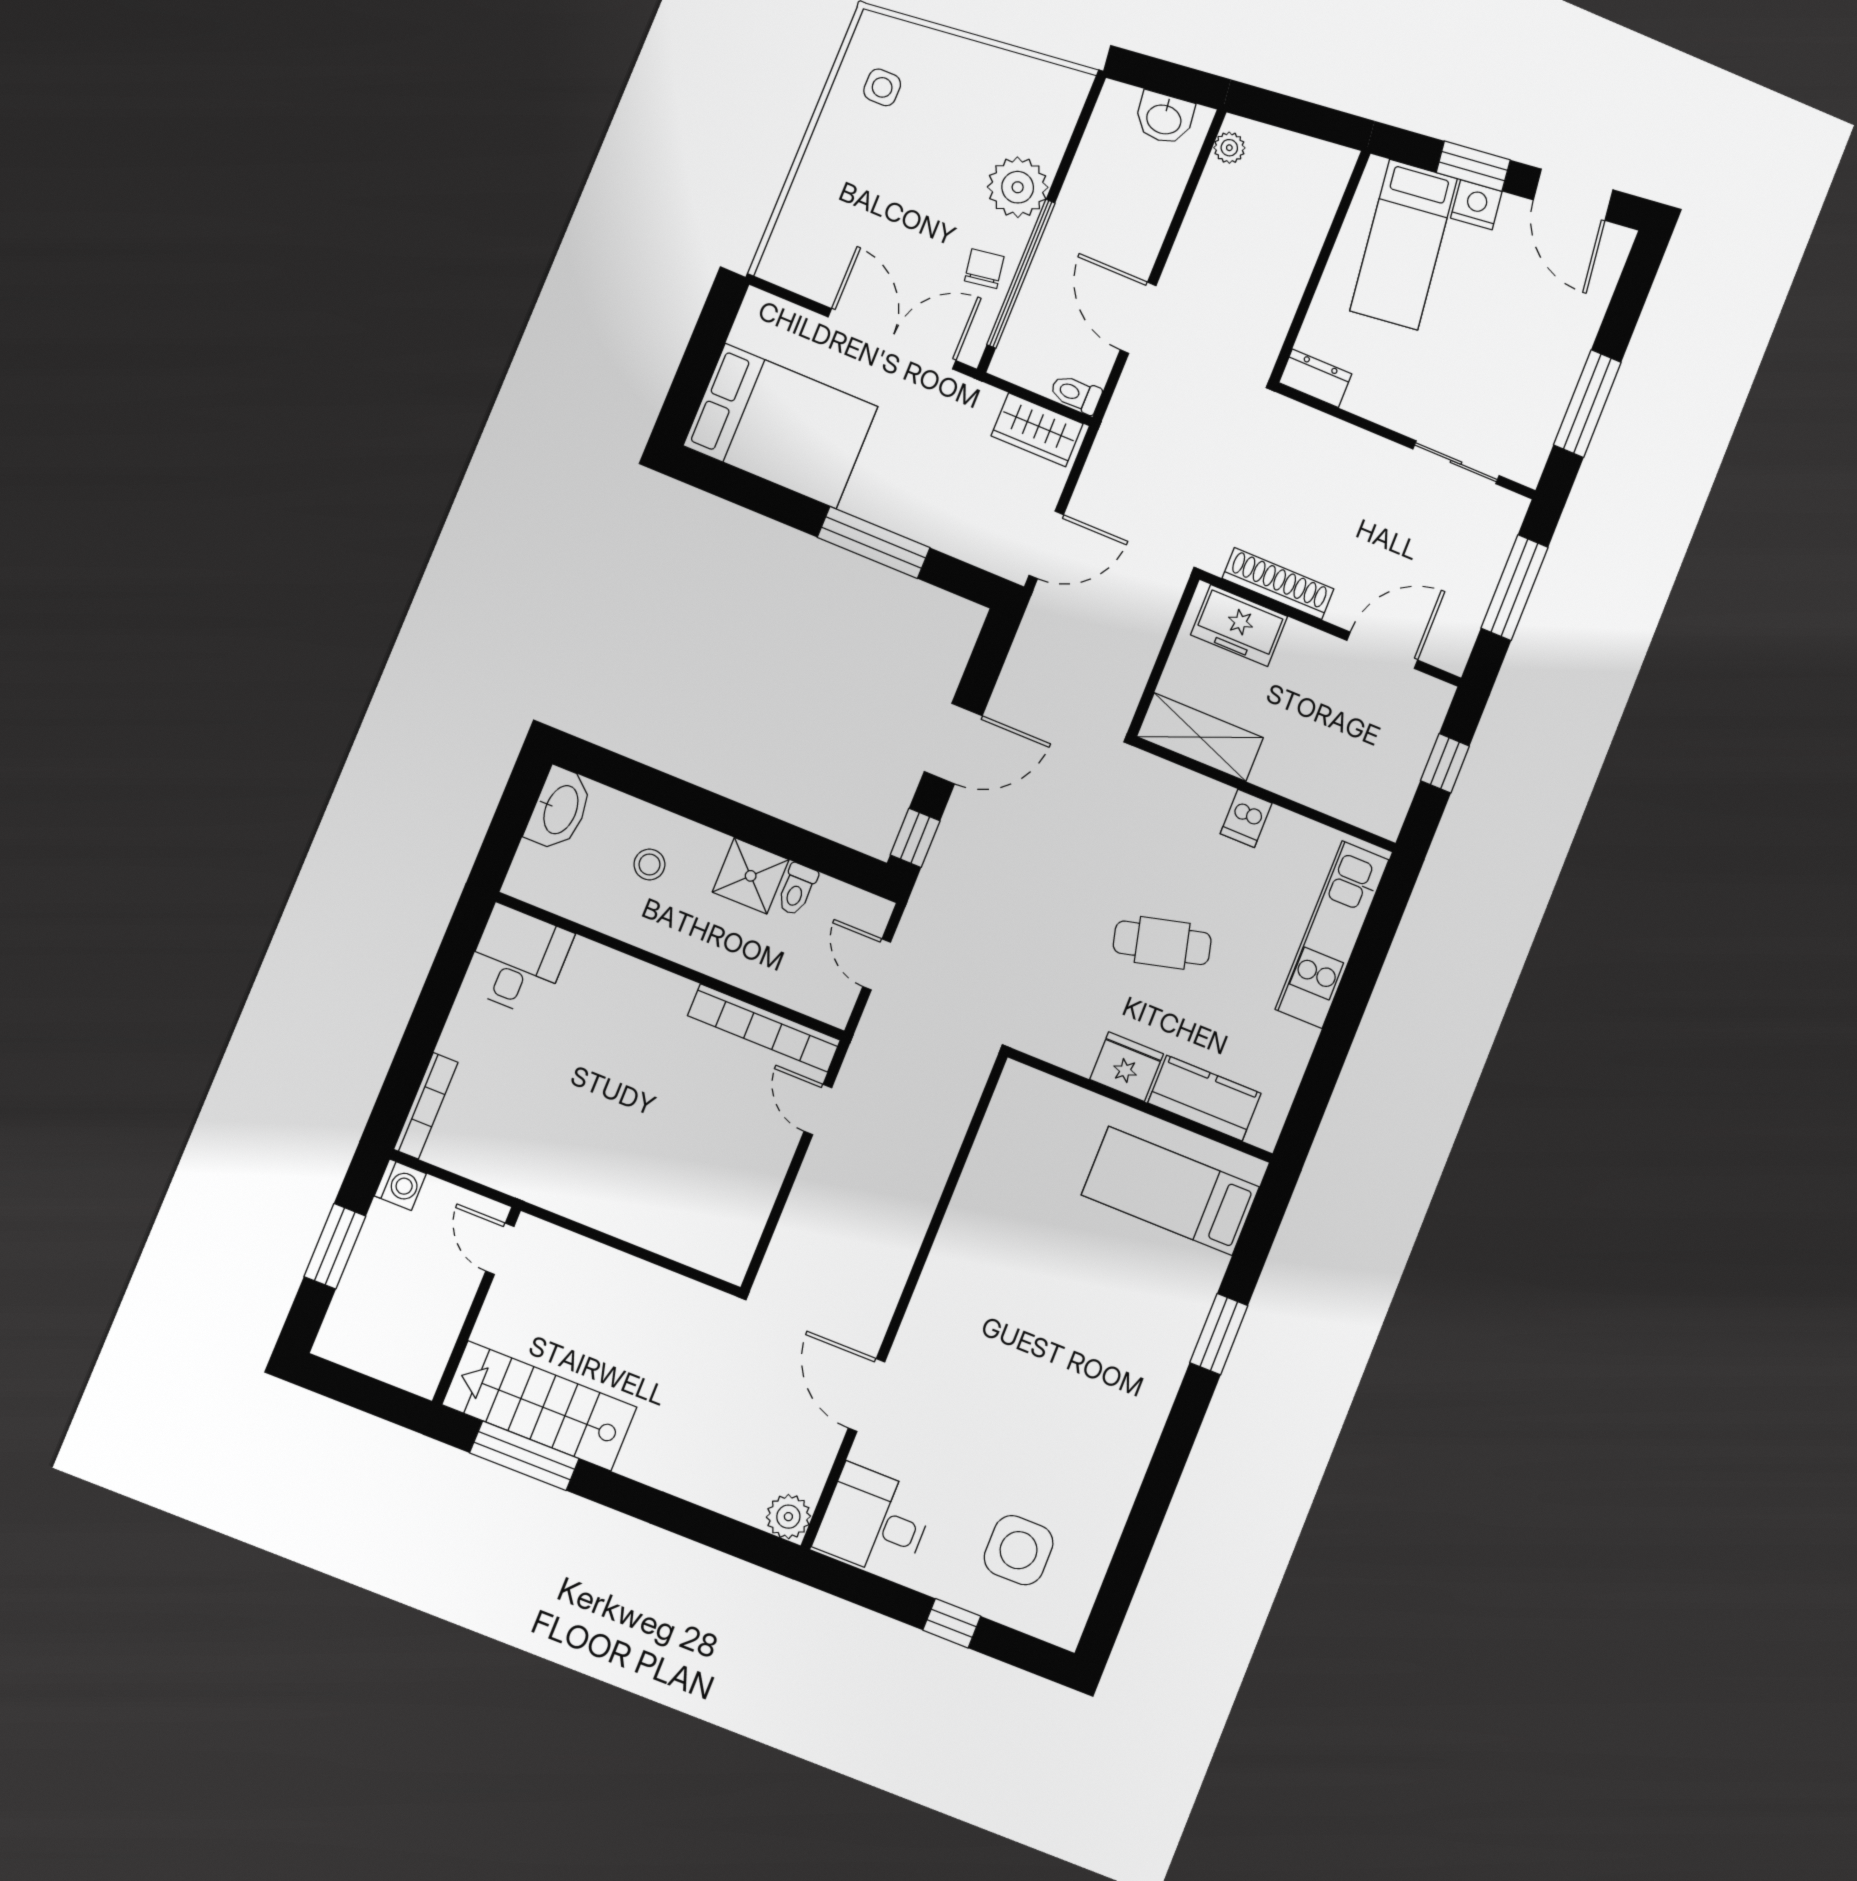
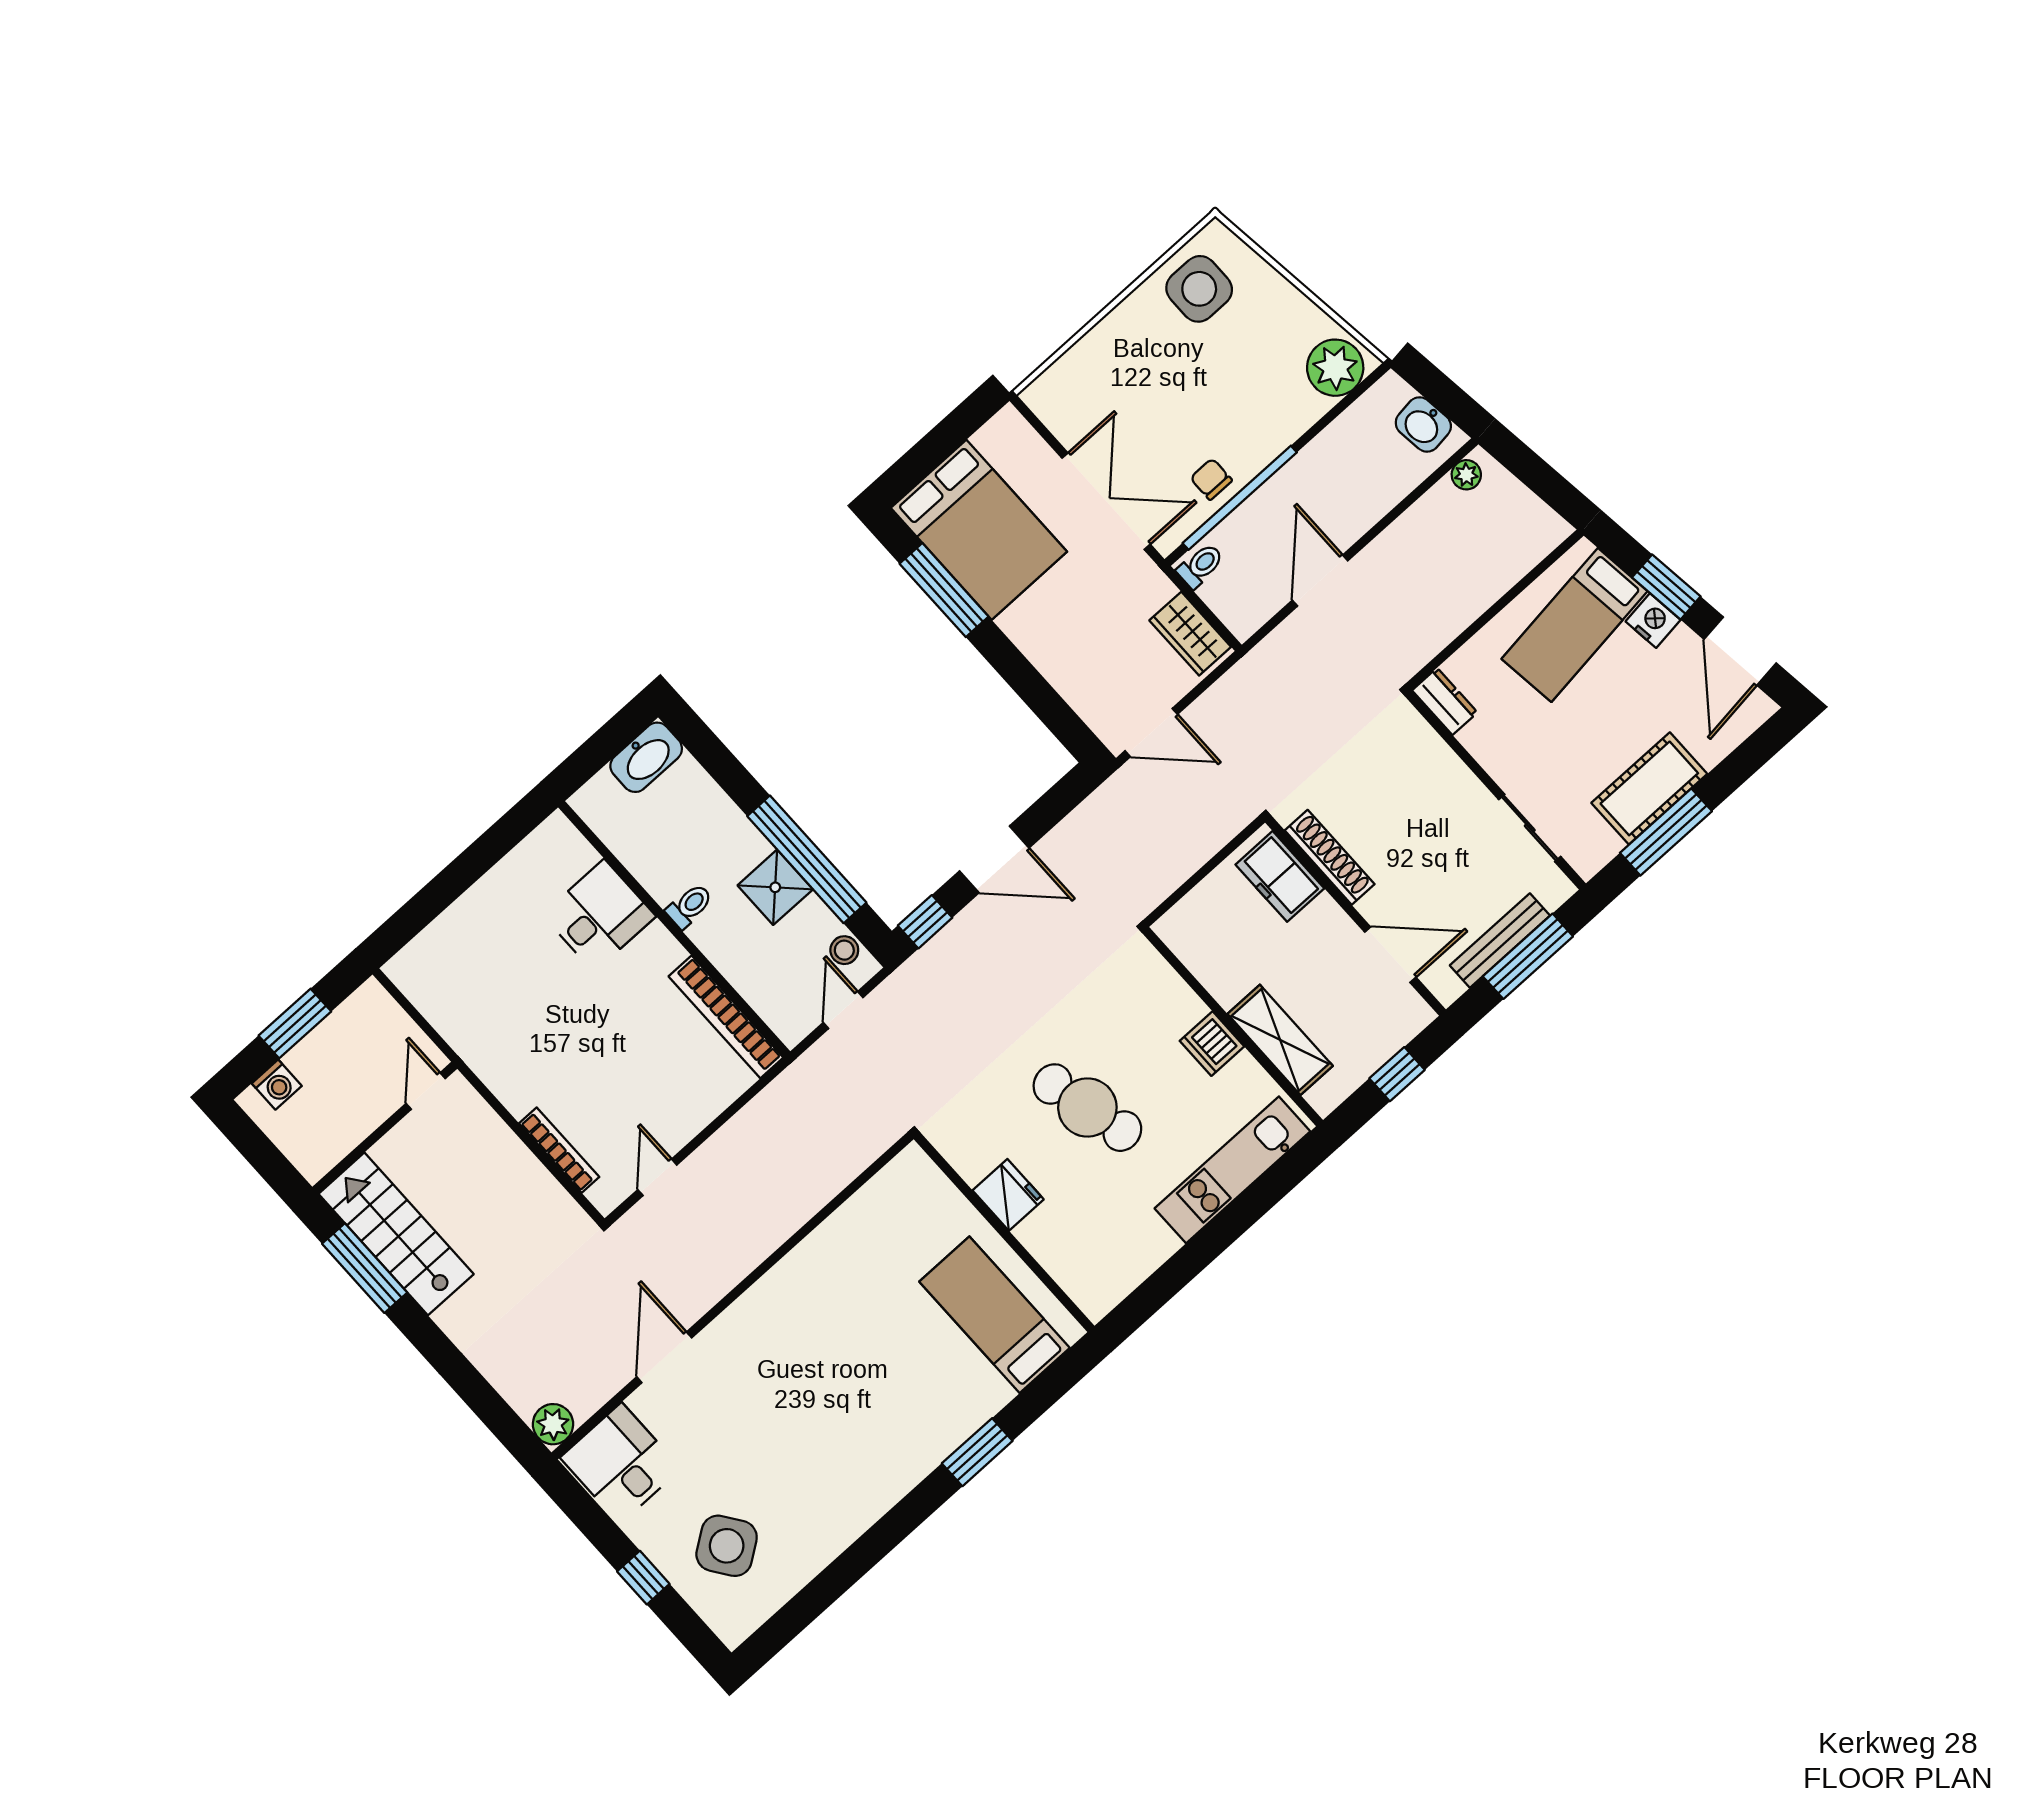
side table: (882, 87) -> (1199, 289), width x1.87, depth x1.87
plant: (1018, 187) -> (1335, 368), moved
chair: (984, 269) -> (1211, 479), turned -81
cot: (1551, 369) -> (1649, 788), added
toilet: (1076, 394) -> (1200, 566), moved, turned 90
window: (874, 543) -> (944, 590), moved
bench: (1480, 585) -> (1500, 941), added
shelving: (1200, 737) -> (1280, 1040), moved
dishwasher: (1246, 818) -> (1212, 1044), width x1.38
window: (769, 833) -> (807, 859), added
stool: (649, 864) -> (844, 950), moved
toilet: (797, 889) -> (689, 906), moved, turned 180
cafe table: (1162, 943) -> (1087, 1108), width x1.37, depth x1.35
desk: (518, 961) -> (599, 916), moved
kitchen counter: (1204, 1098) -> (1060, 1252), removed
bookcase: (426, 1106) -> (559, 1150), moved, turned -90
door: (818, 1109) -> (657, 1177), moved
washing machine: (400, 1185) -> (277, 1085), moved
side table: (1019, 1550) -> (727, 1546), turned -35

